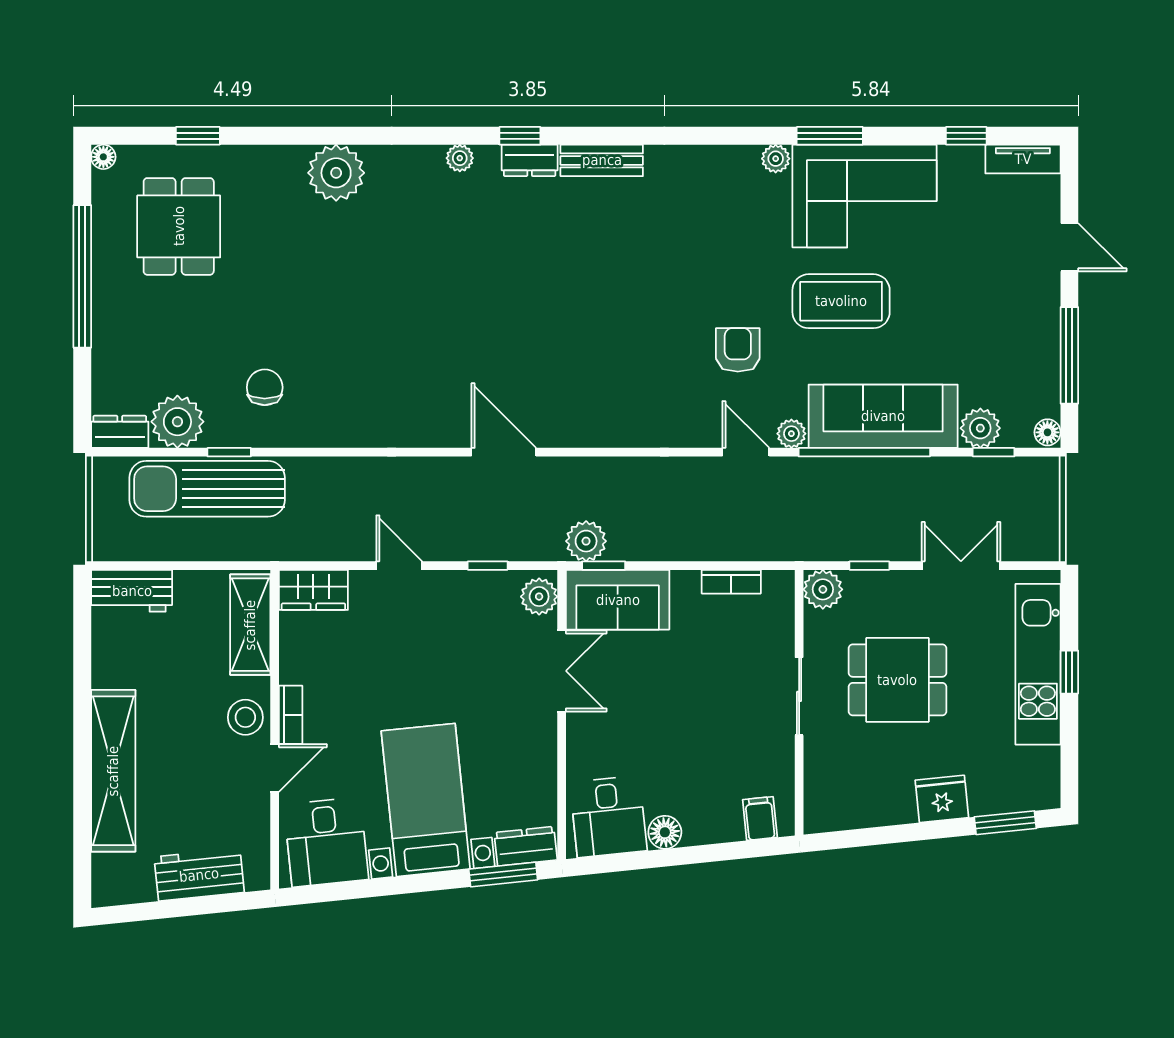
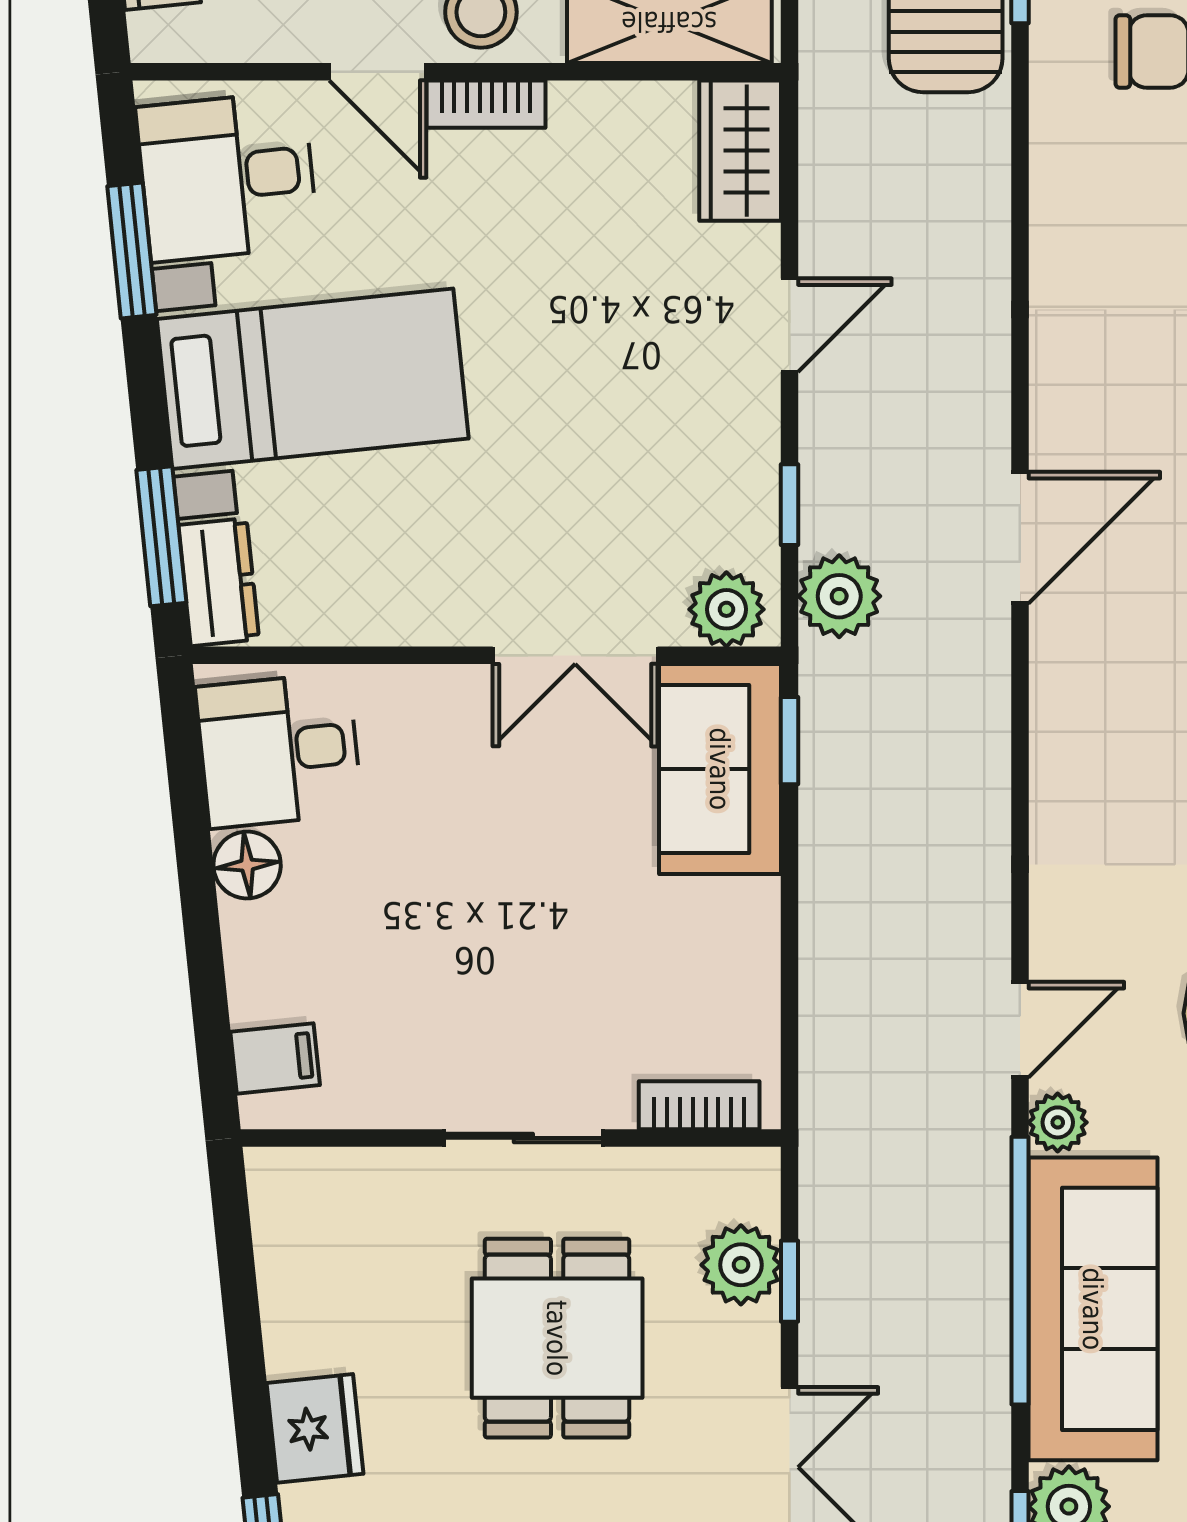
plant: (586, 541) -> (839, 596), moved
bookcase: (731, 582) -> (699, 1105), moved, turned 90
plant: (823, 589) -> (741, 1265), moved
window: (363, 889) -> (132, 250), added

